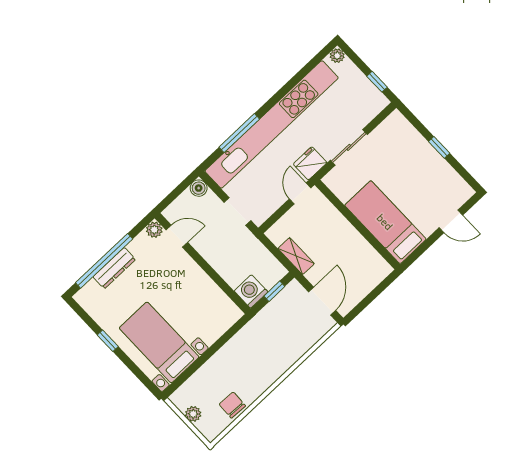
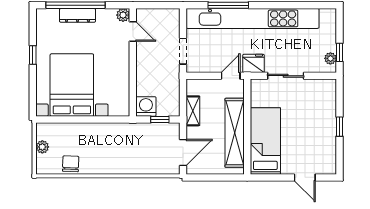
plant: (337, 56) -> (330, 58), moved
boiler: (199, 188) -> (173, 15), removed
shelving: (351, 241) -> (235, 133), added
bed with nightstands: (159, 342) -> (72, 85), width x1.36

